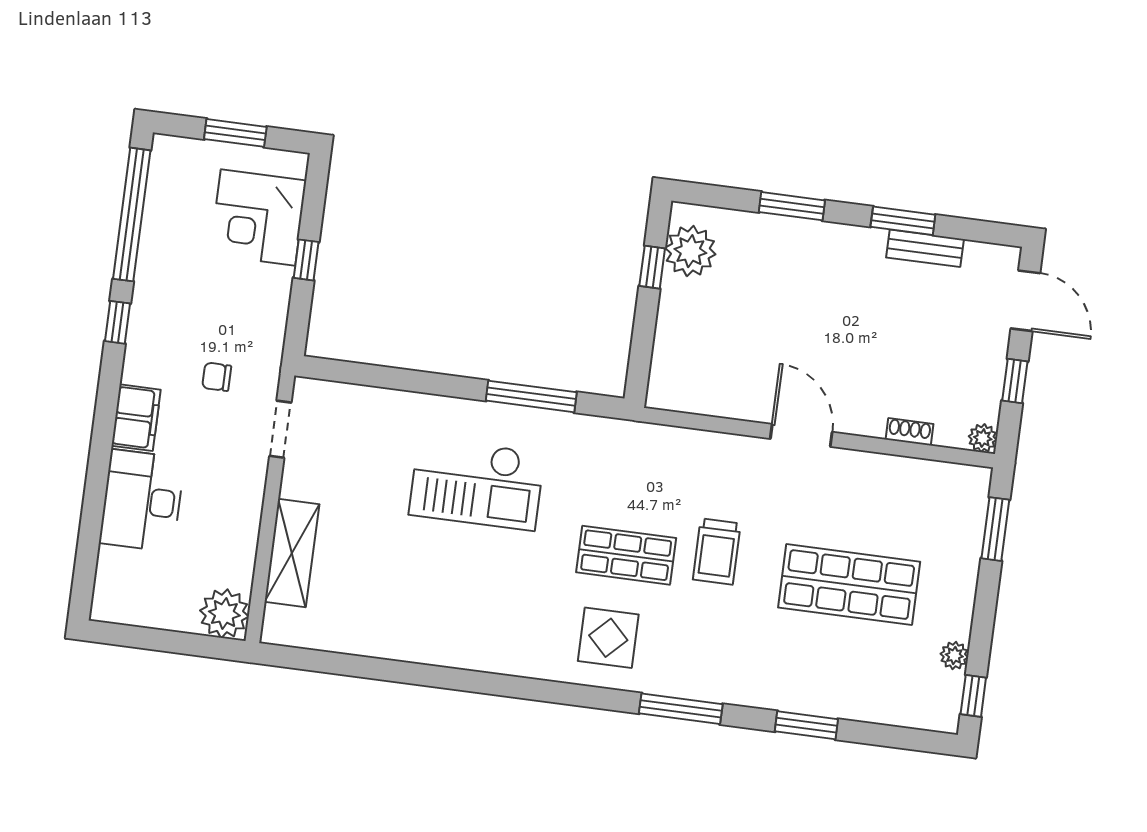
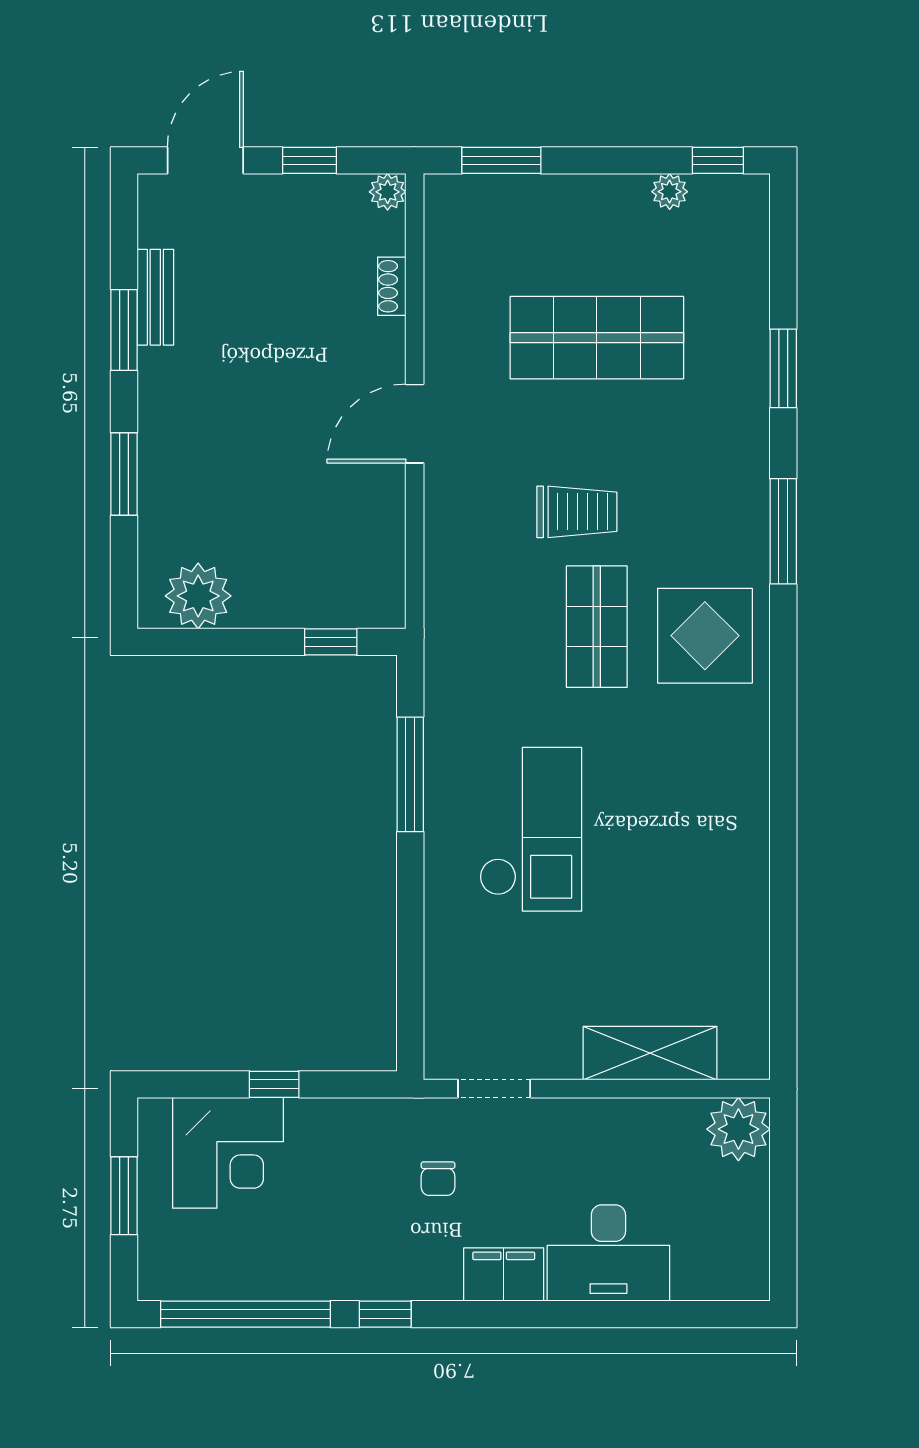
window: (652, 267) -> (331, 642), moved
shop shelf: (849, 585) -> (597, 338), turned 90
display table: (608, 638) -> (705, 636), width x1.36, depth x1.36

